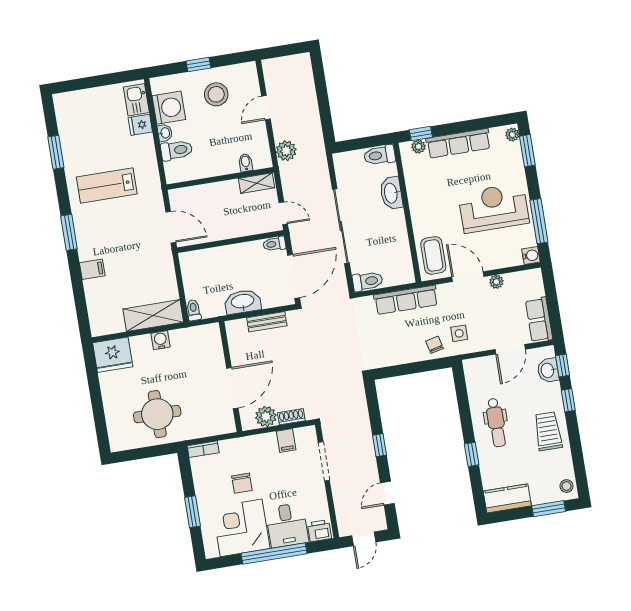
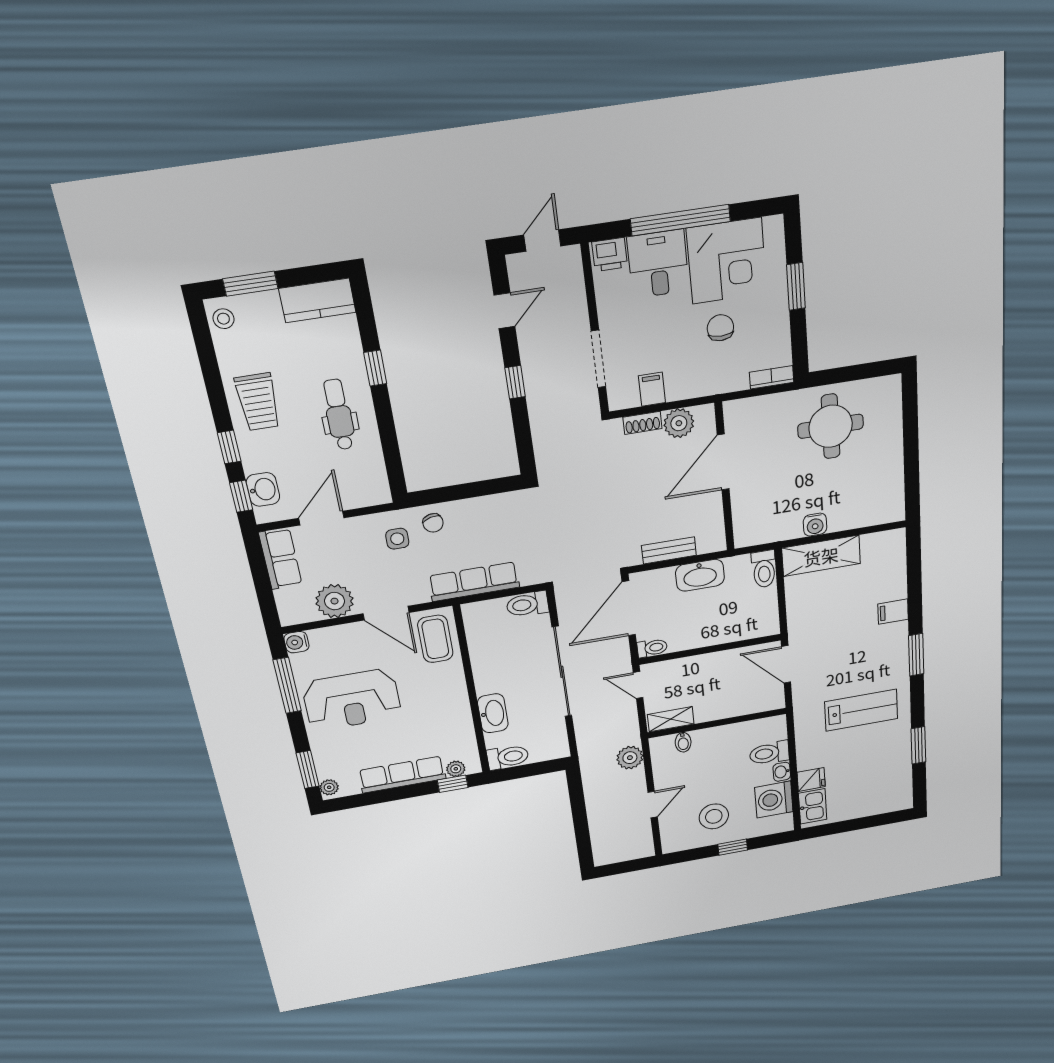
plant: (496, 282) -> (335, 601), width x1.87, depth x1.87
toilet: (194, 310) -> (764, 569), width x1.37, depth x1.39
fridge: (113, 355) -> (881, 505), removed

